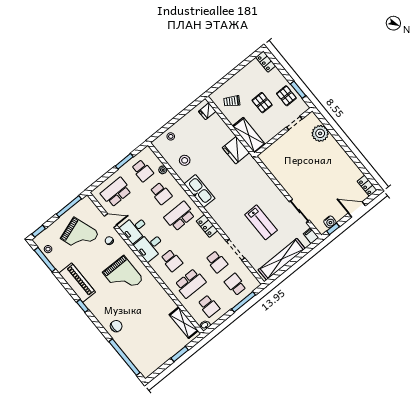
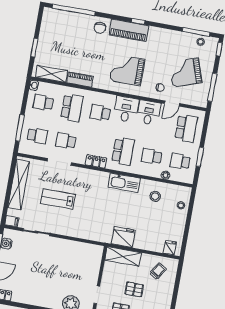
piano: (77, 283) -> (129, 30), moved
school desk: (190, 283) -> (72, 108), turned 180
piano: (166, 300) -> (80, 79), added

